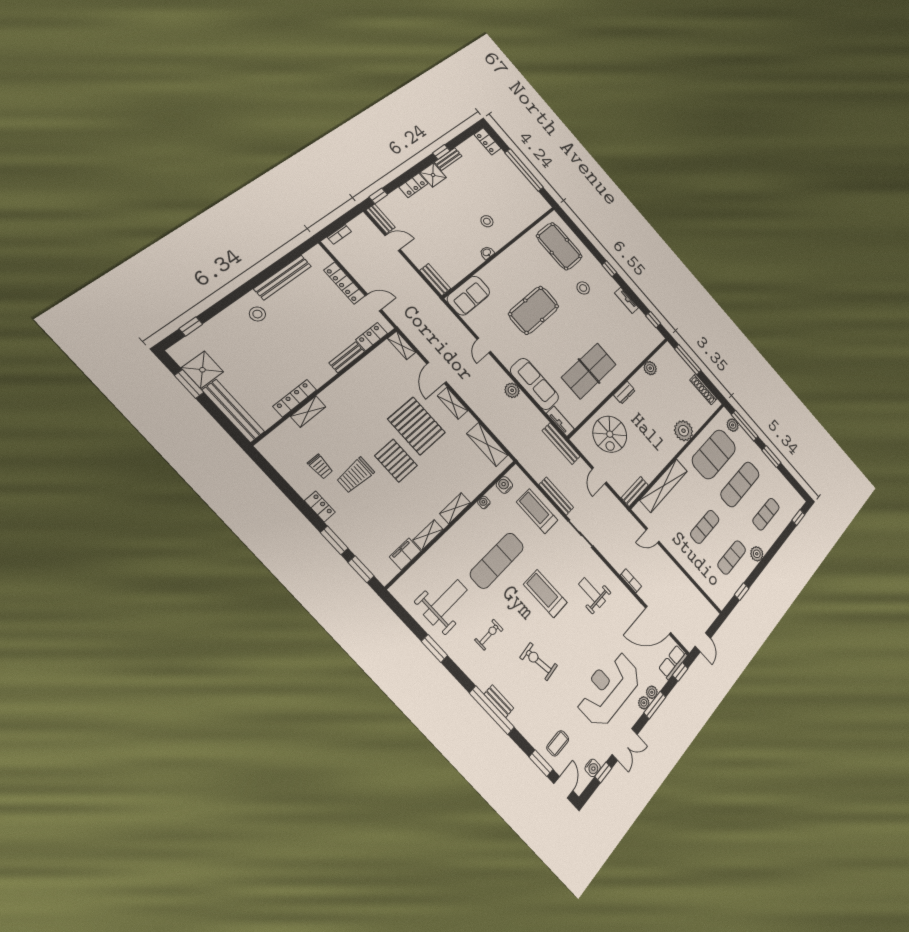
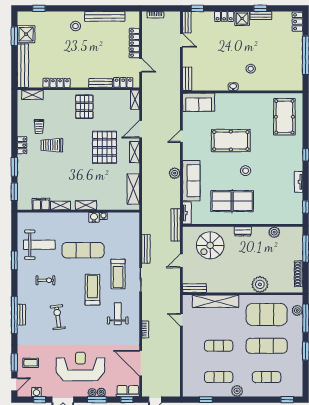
stool: (583, 288) -> (246, 171), moved
shelving: (308, 412) -> (32, 95), moved
pallet: (396, 461) -> (84, 107), moved
water cooler: (504, 485) -> (94, 217), moved
treadmill: (537, 511) -> (118, 274), moved, turned 180

